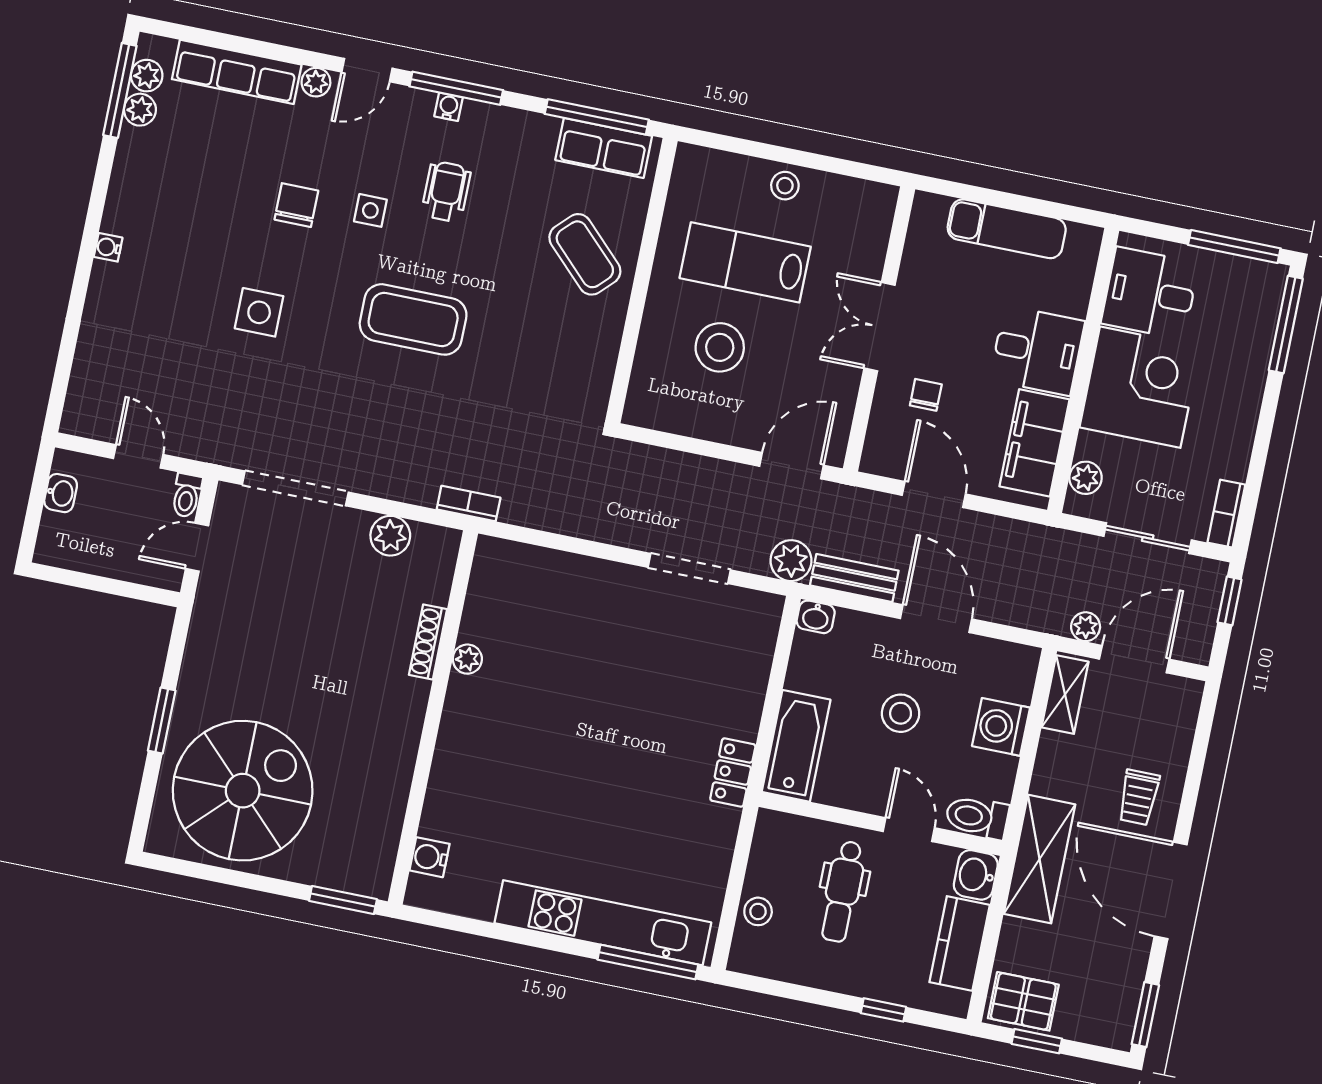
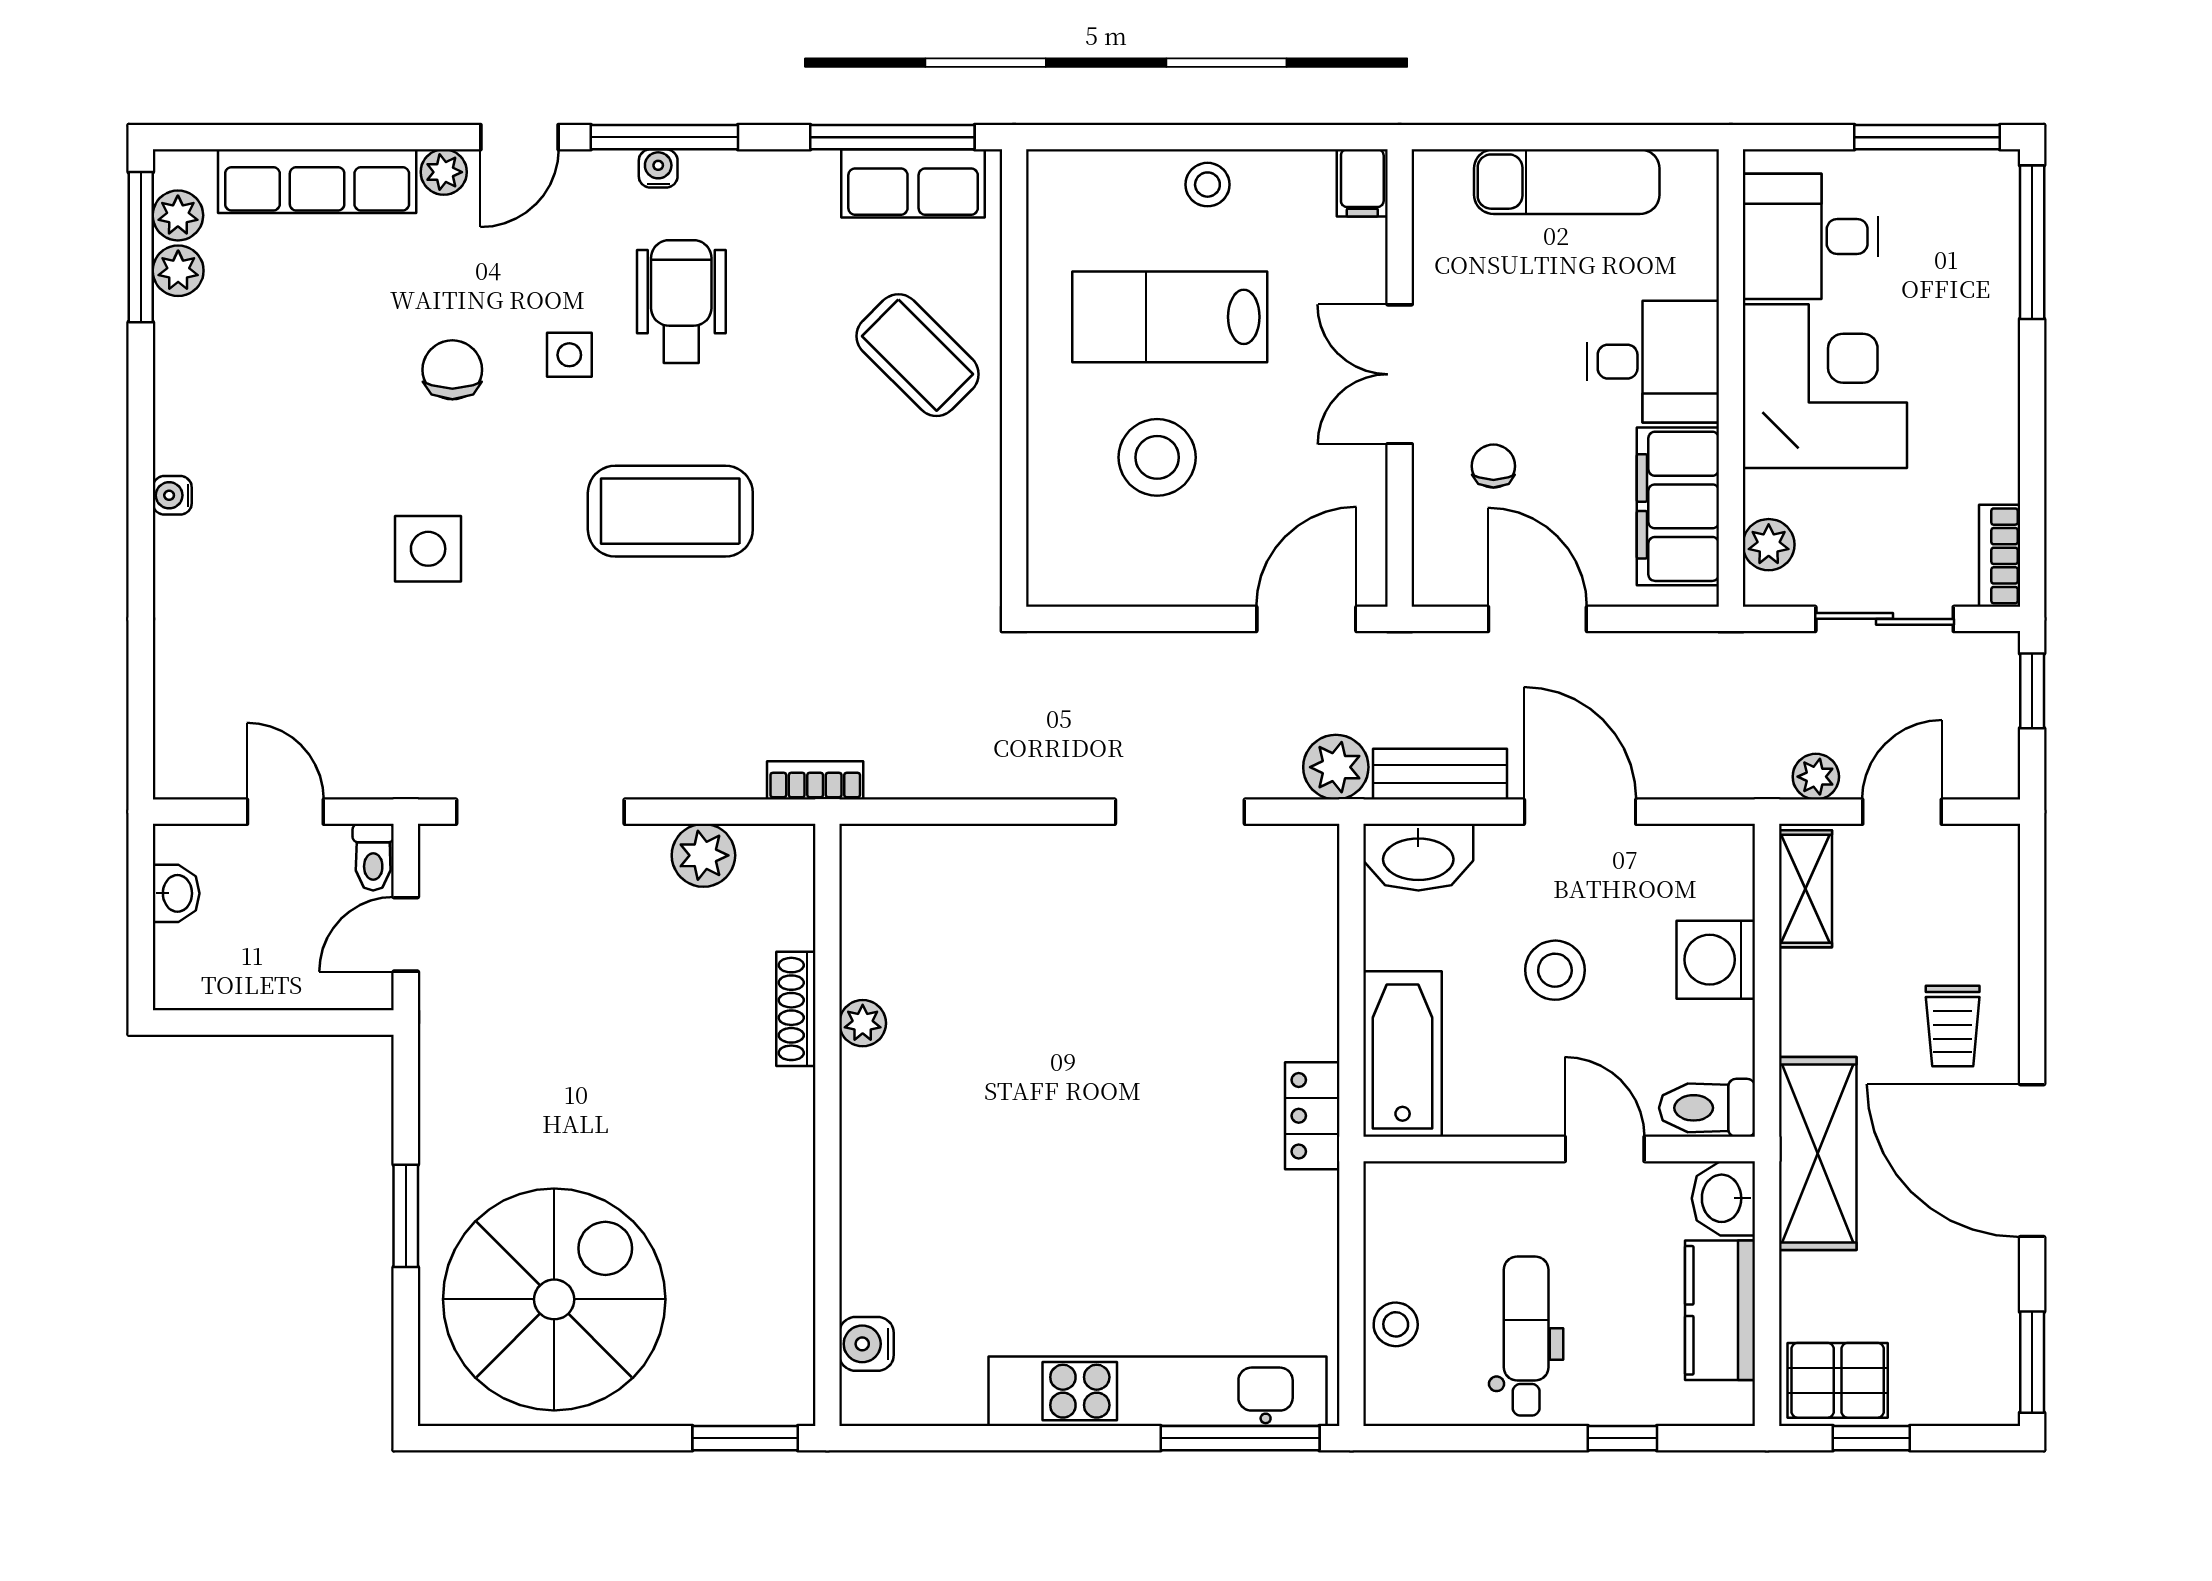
wheelchair: (446, 192) -> (681, 301), width x1.36, depth x1.37
filing cabinet: (881, 204) -> (1362, 183), added
washbasin: (816, 617) -> (1418, 857), width x1.91, depth x1.45
door: (1134, 659) -> (1902, 812), width x0.73
dental chair: (843, 891) -> (1526, 1336), moved, turned 180

